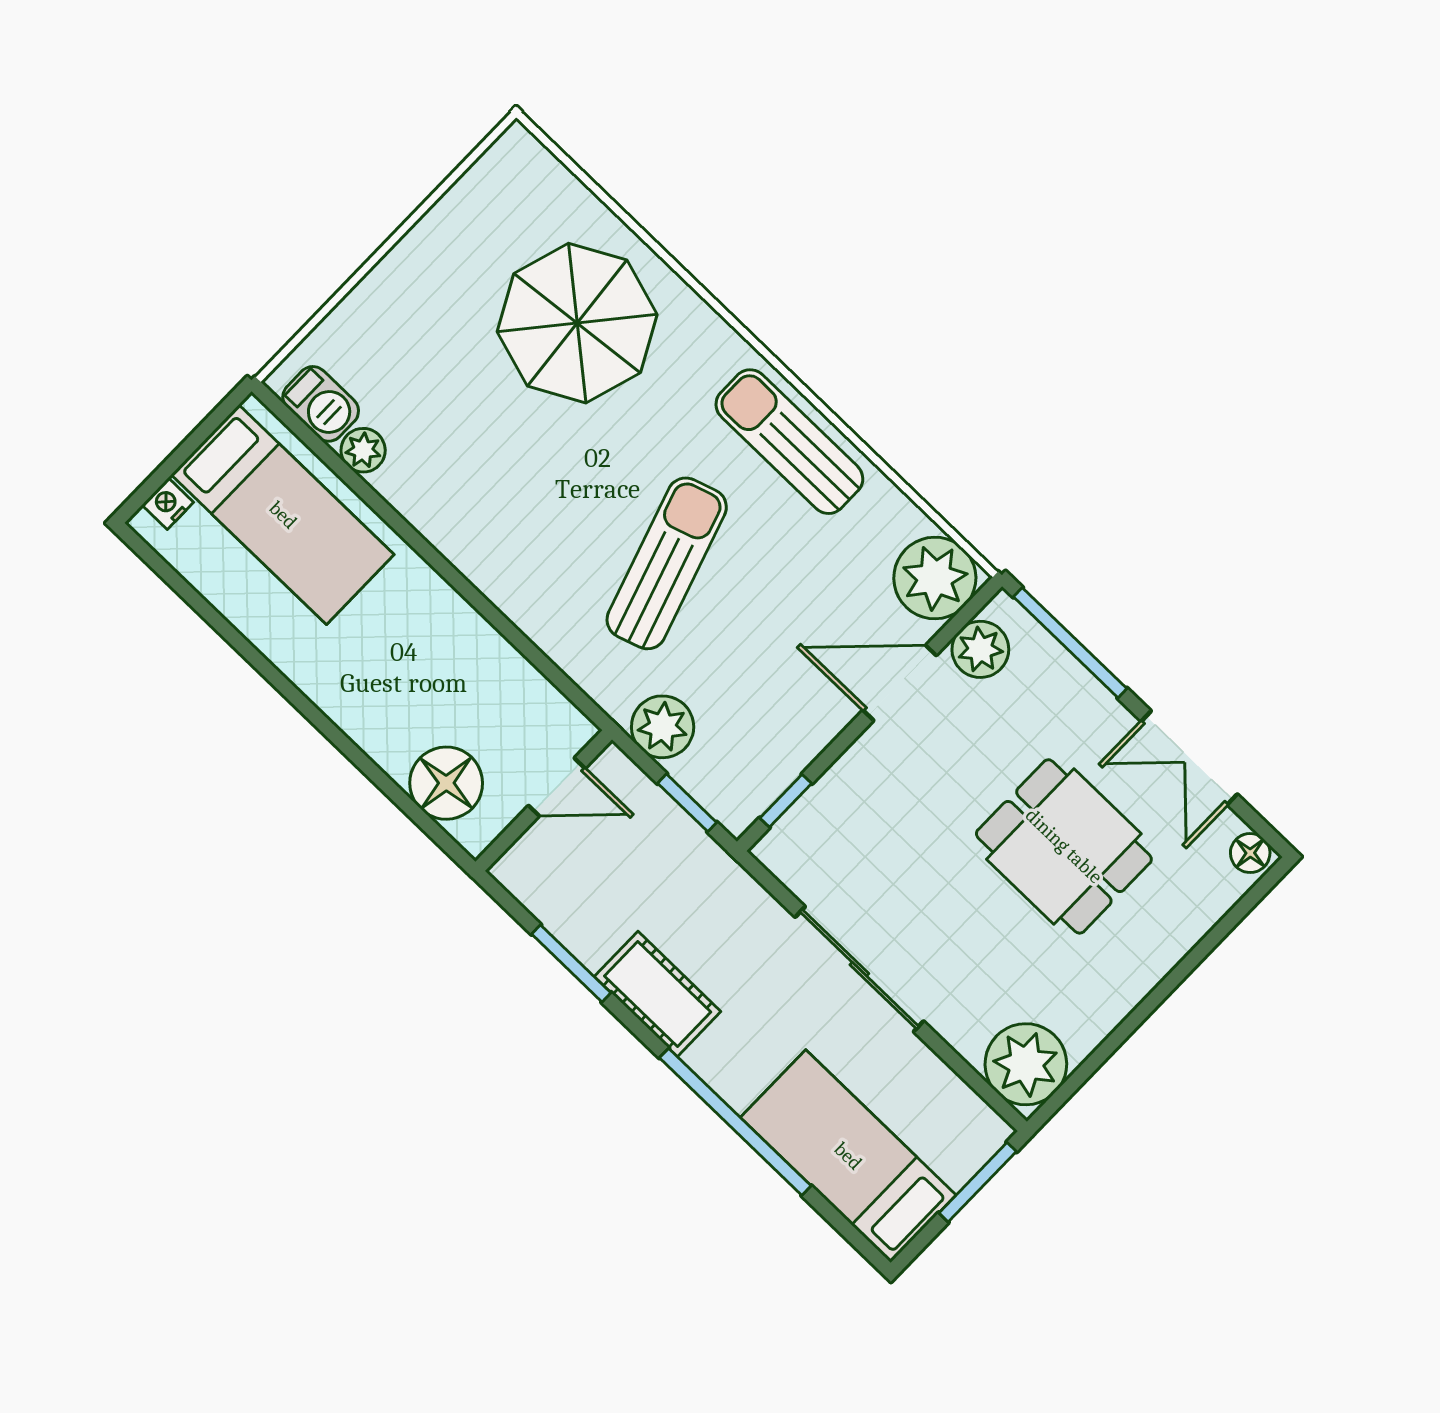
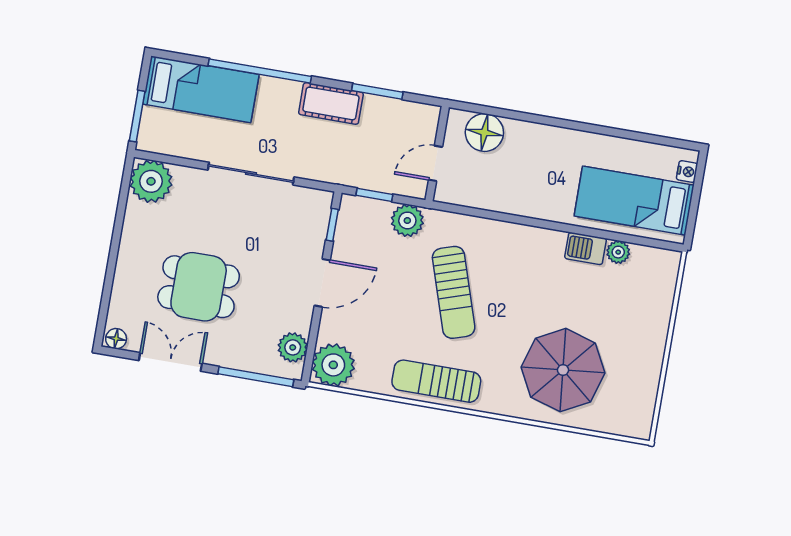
barbecue: (321, 404) -> (586, 248), moved
sun lounger: (789, 442) -> (436, 381), turned 180
door: (900, 683) -> (322, 283), moved

